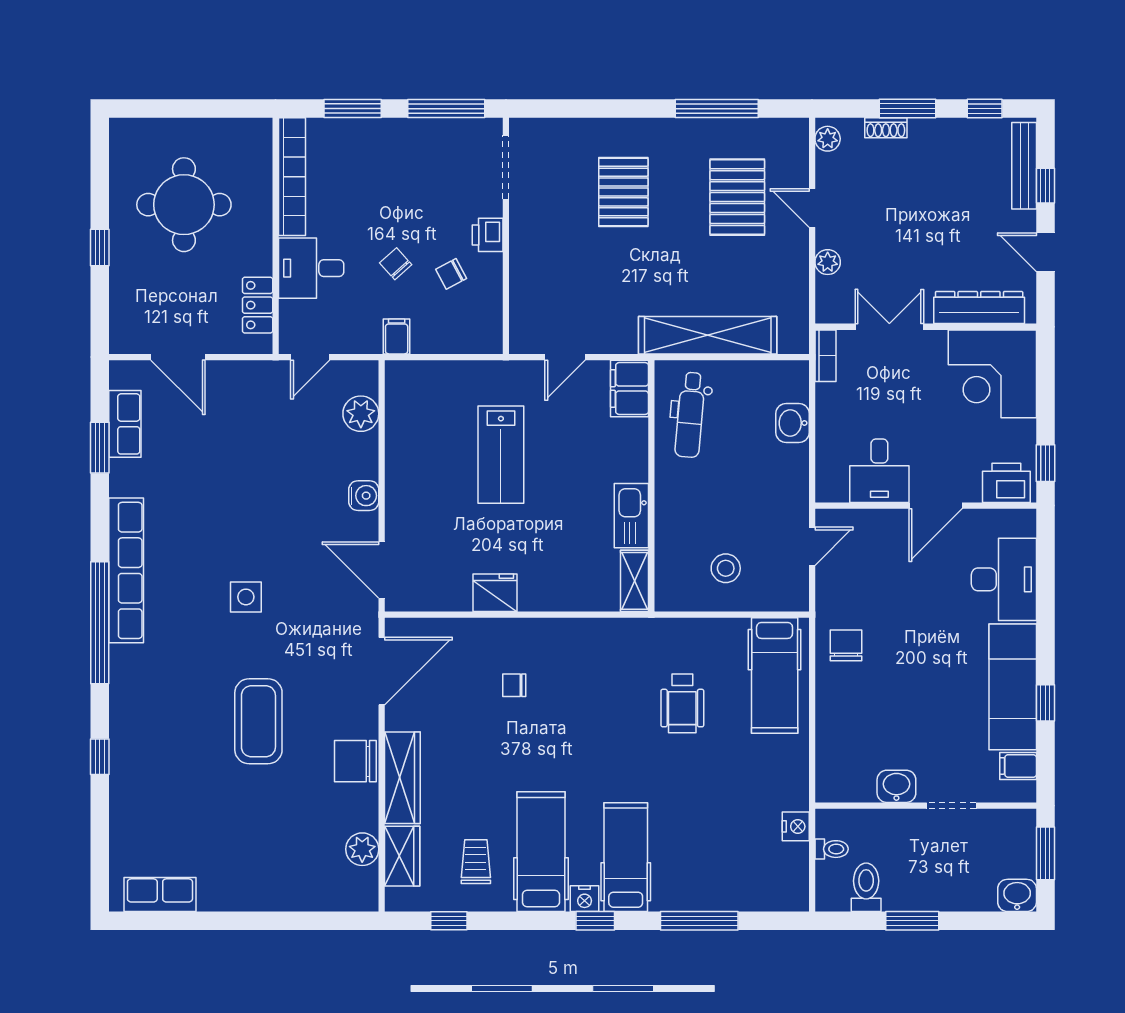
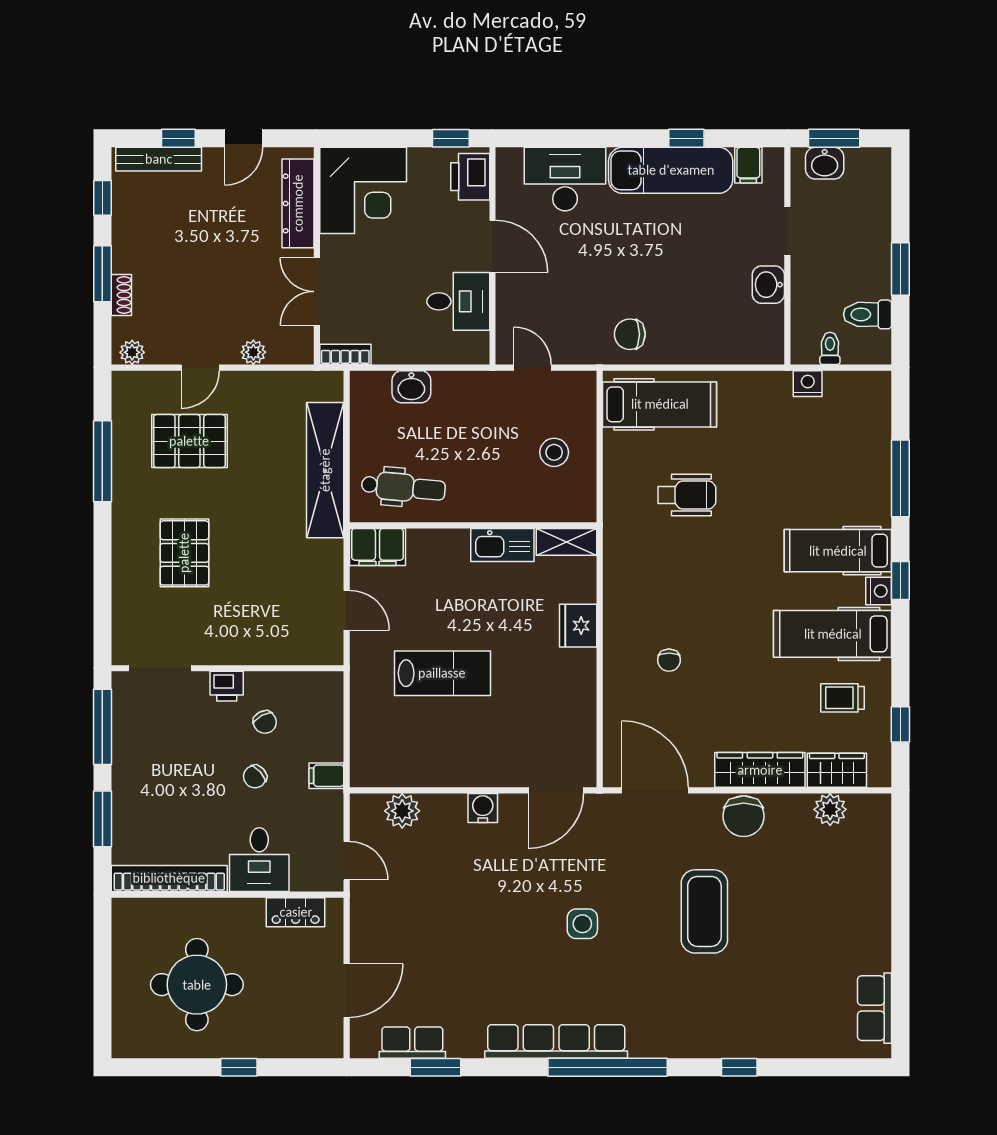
pallet: (623, 192) -> (184, 553), turned 90
fridge: (495, 593) -> (578, 626), moved
coffee table: (258, 721) -> (704, 911), turned 90
washbasin: (1017, 895) -> (825, 163), moved, turned -90

